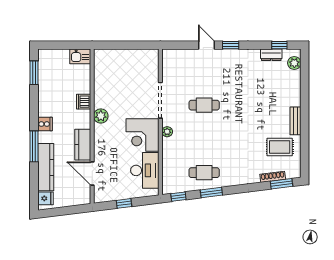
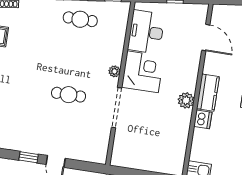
kitchen counter: (83, 145) -> (208, 93), moved

